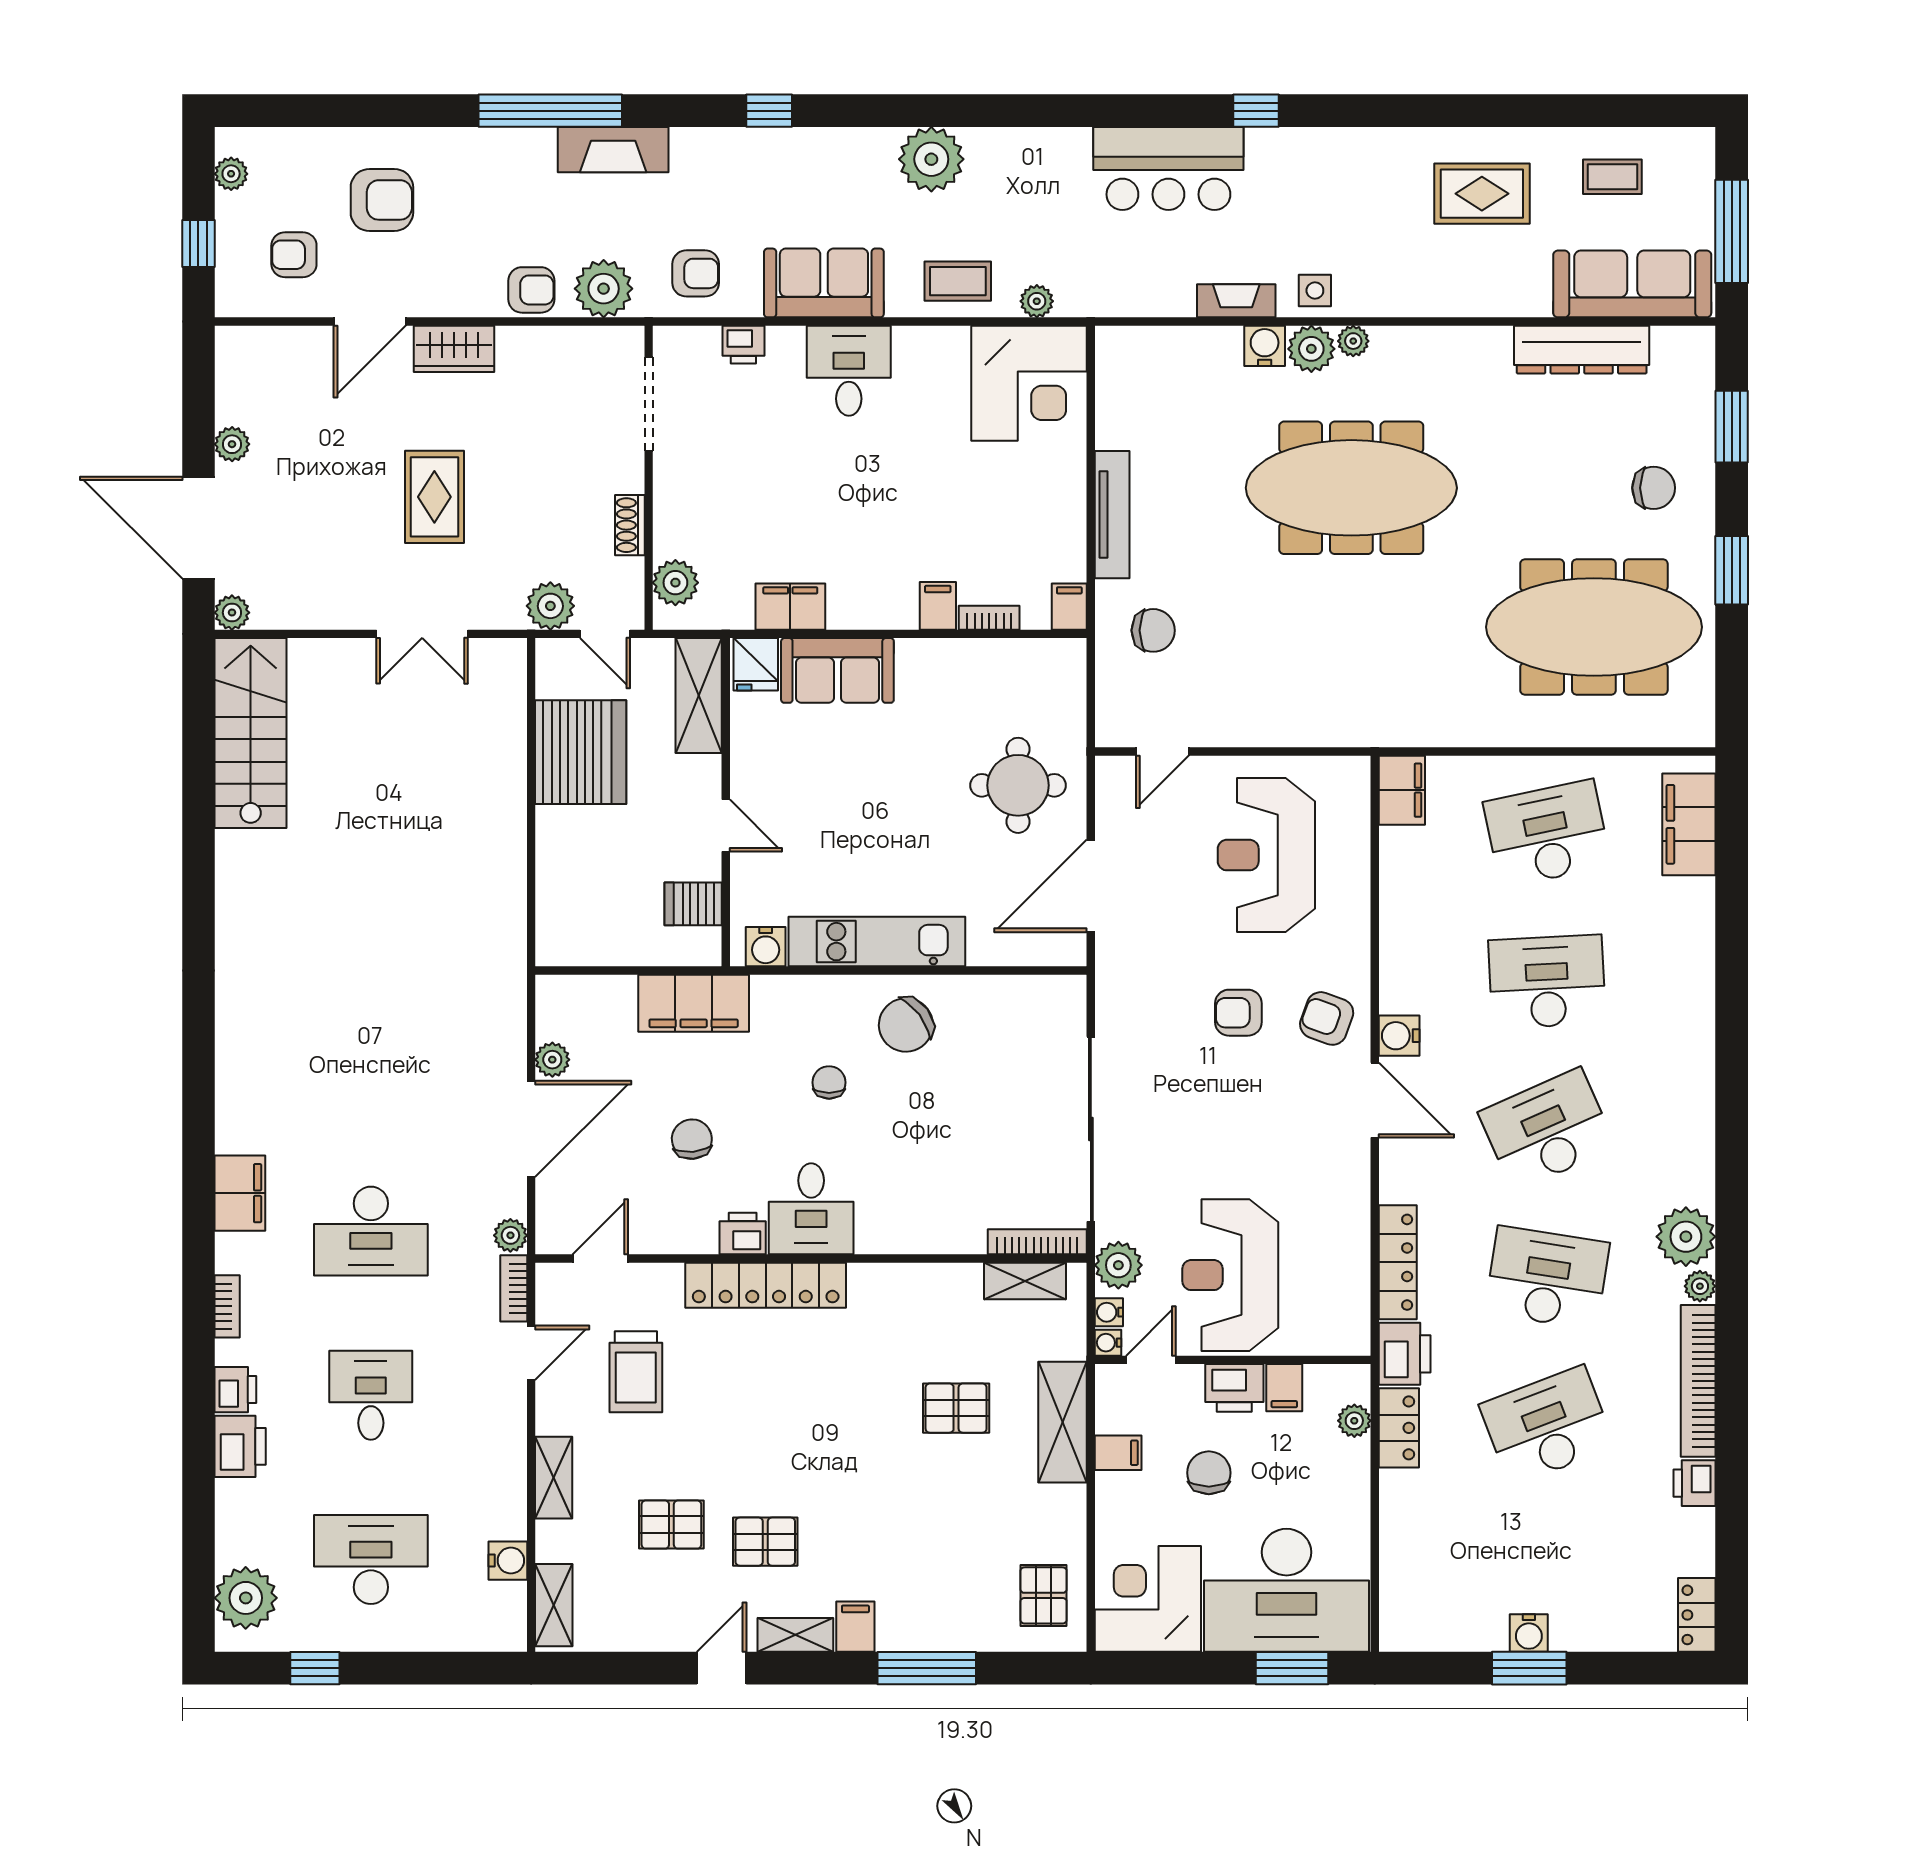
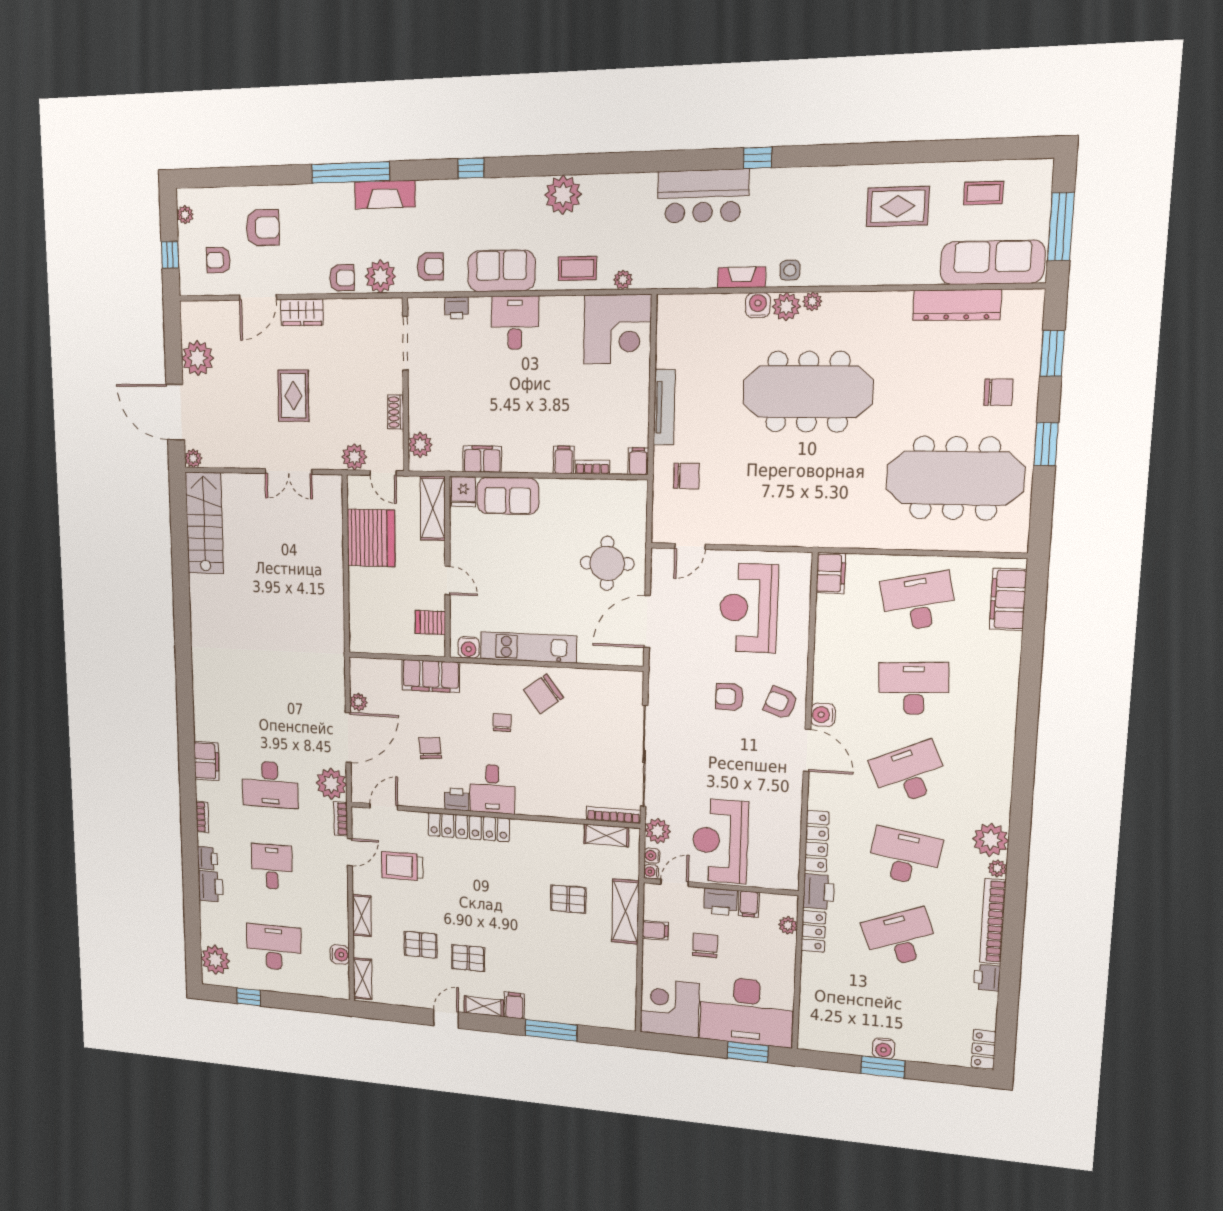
plant: (232, 444) -> (198, 358), width x1.88, depth x1.88
plant: (510, 1235) -> (331, 784), width x1.88, depth x1.88
trolley: (636, 1372) -> (402, 866), turned 90
pallet: (1044, 1595) -> (613, 1000), removed

